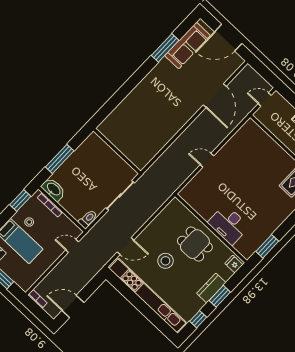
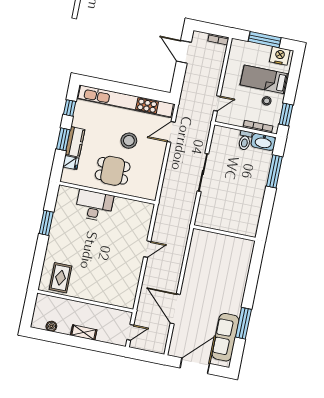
wall: (117, 151) -> (224, 233), moved
toilet: (88, 219) -> (245, 140), moved
window: (267, 246) -> (46, 223), moved
fridge: (234, 264) -> (71, 163), moved
door: (73, 306) -> (184, 52), swing flipped

